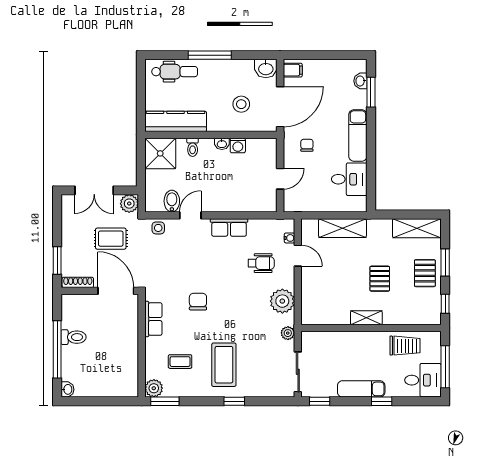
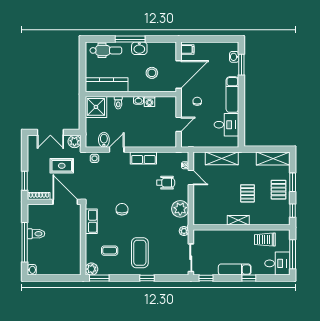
washbasin: (266, 68) -> (139, 48), moved
trolley: (405, 346) -> (265, 240), turned 180

